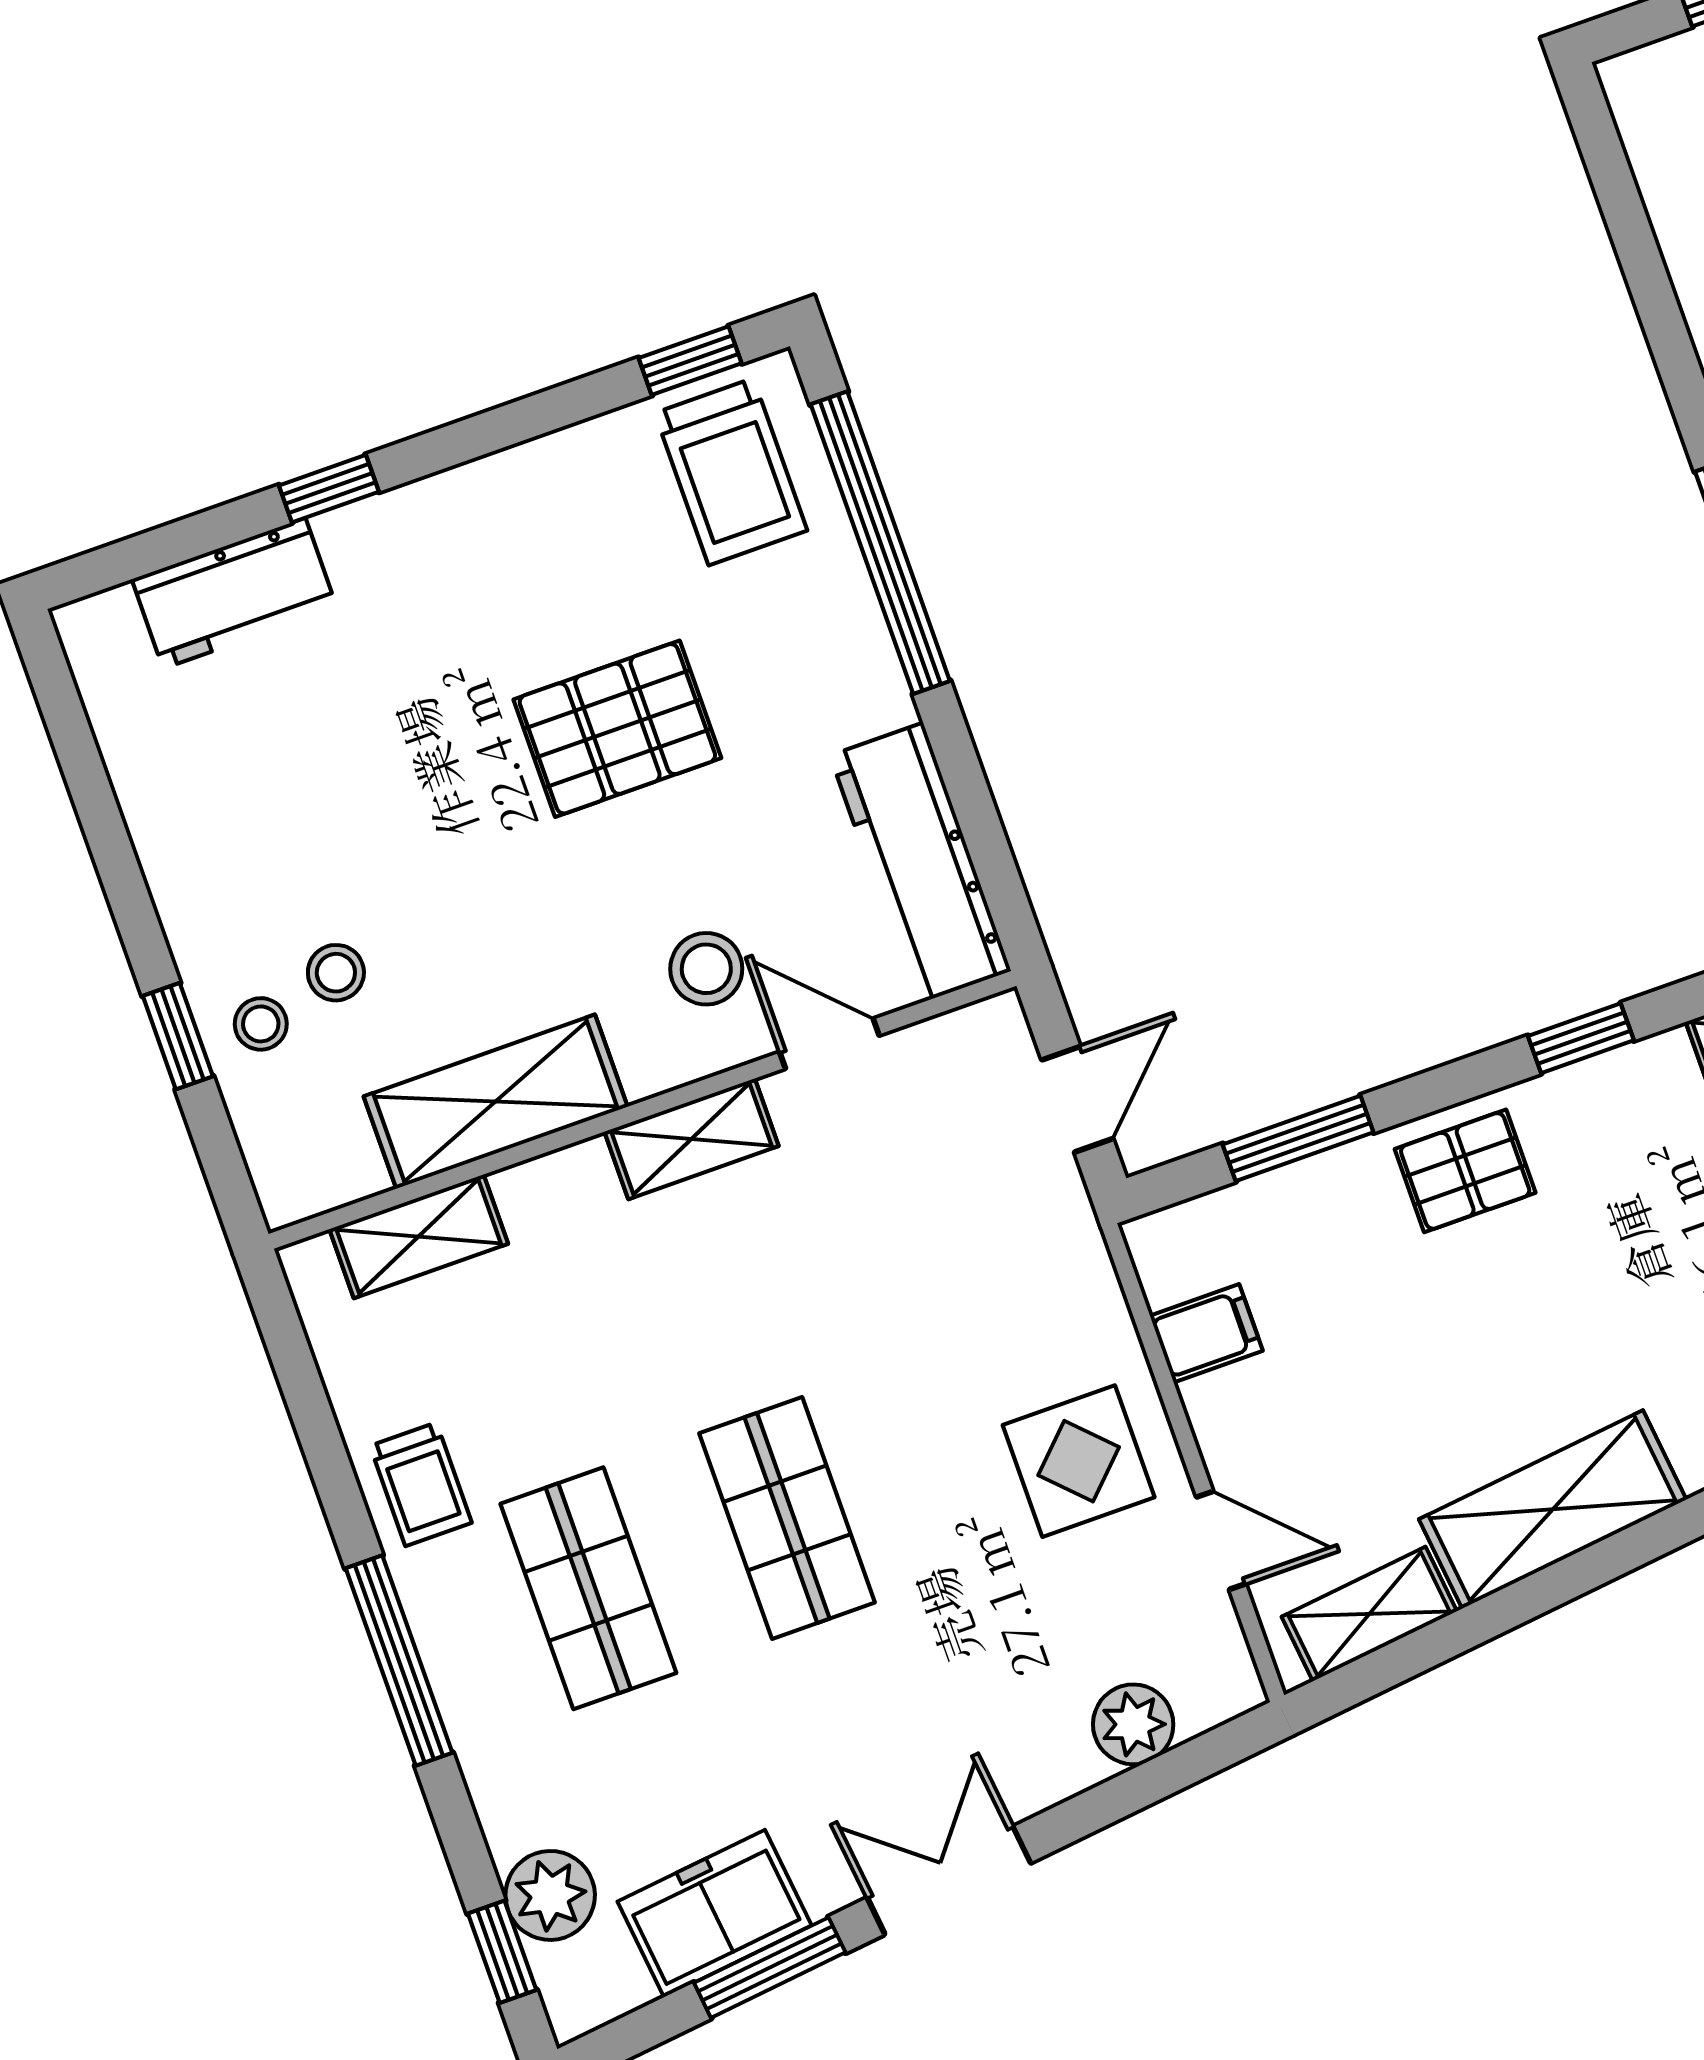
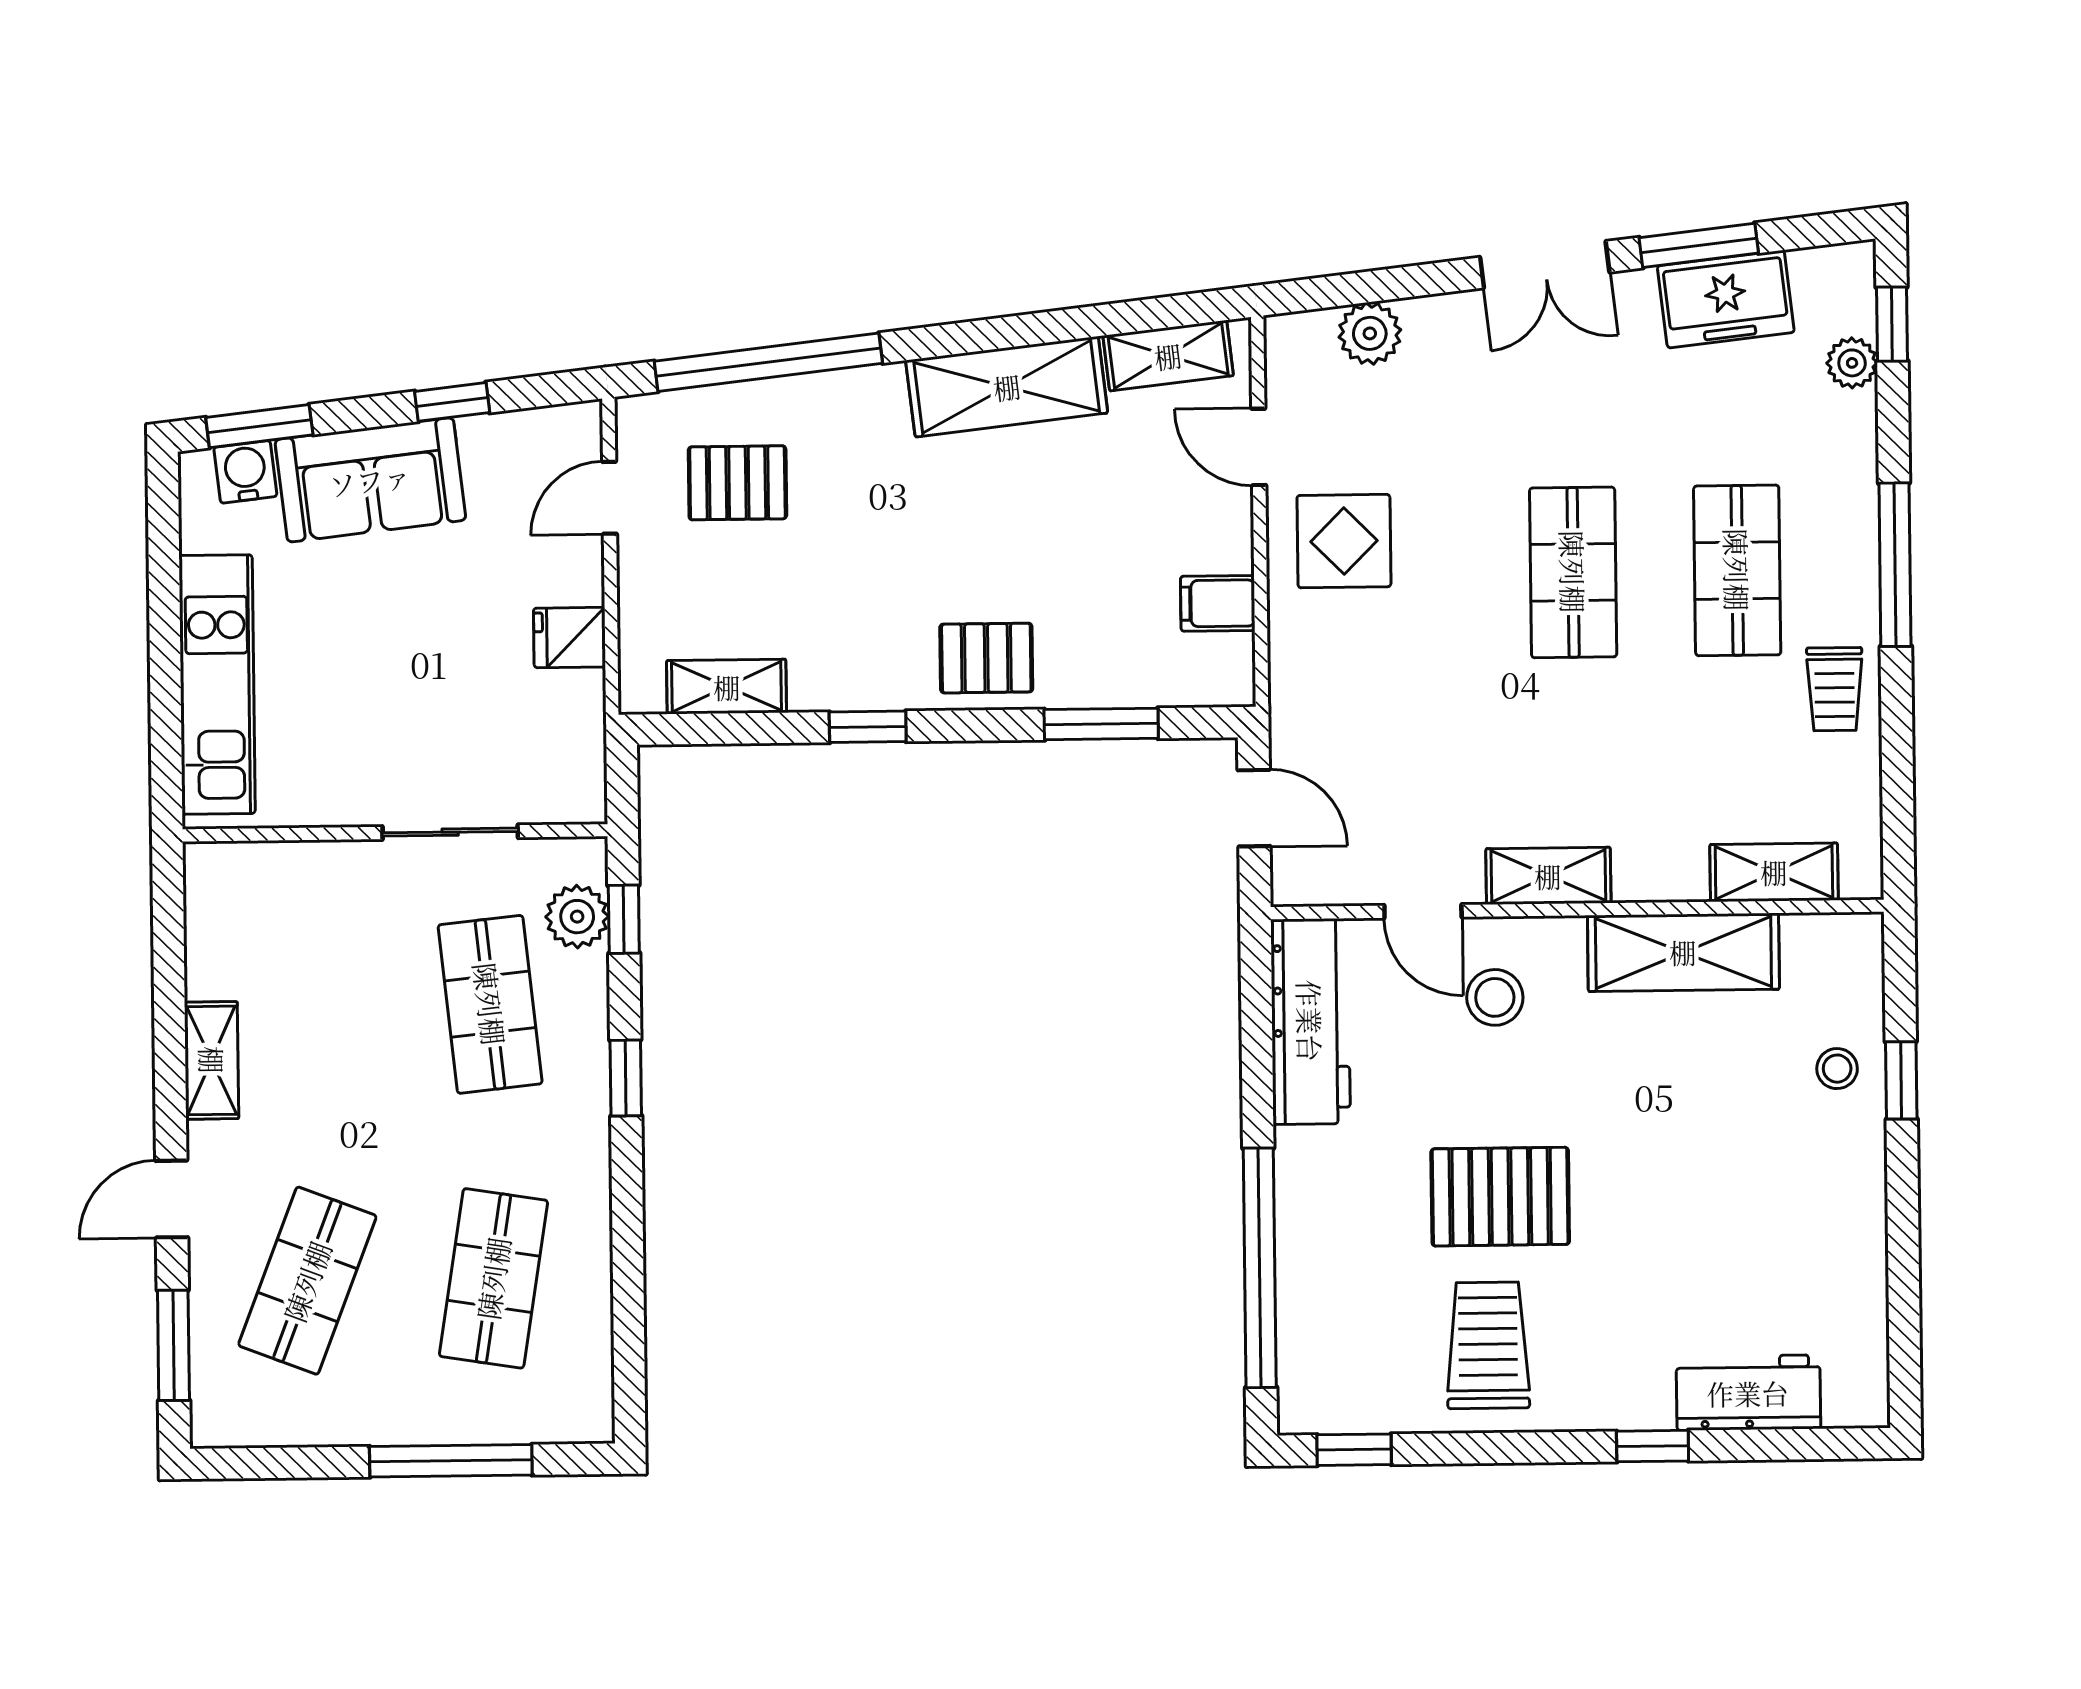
trolley: (731, 472) -> (1488, 1345), moved
stool: (336, 973) -> (1769, 1087), removed
door: (1077, 1099) -> (1254, 808), swing flipped
trolley: (421, 1484) -> (1835, 689), turned 180
plant: (550, 1895) -> (1852, 363), width x0.73, depth x0.73

